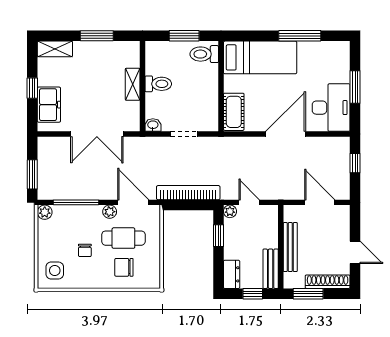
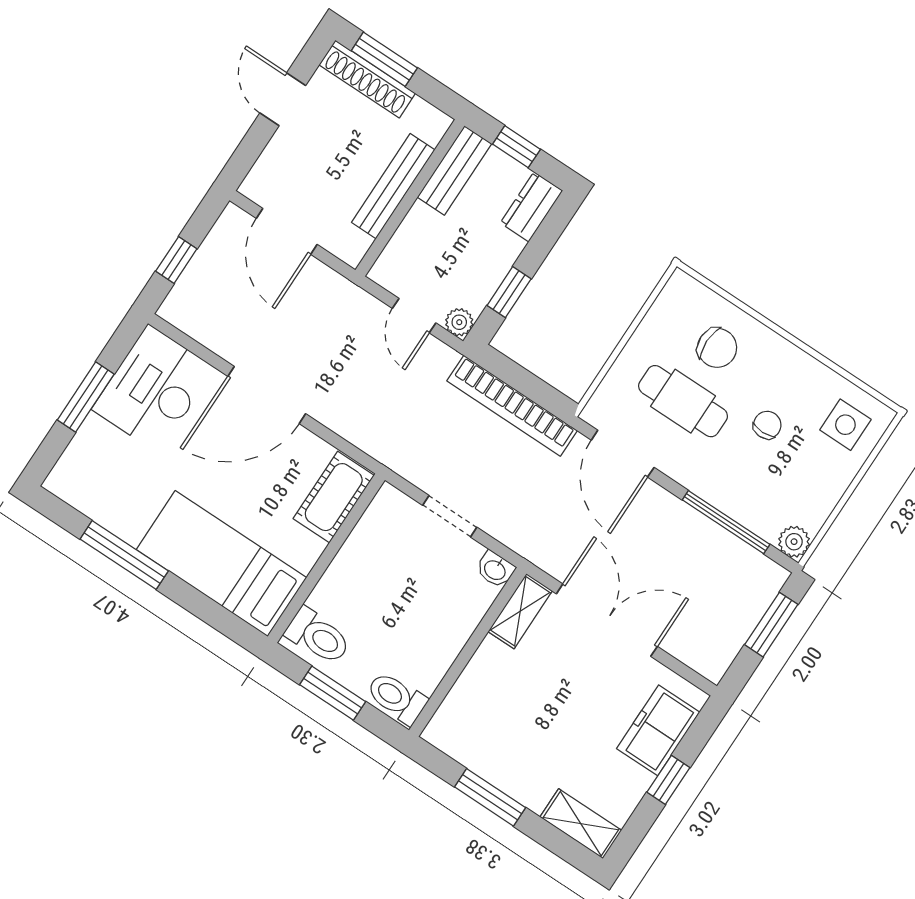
shelving: (133, 84) -> (520, 611), moved
toilet: (158, 84) -> (397, 698), moved
plant: (110, 212) -> (676, 465), removed
window: (308, 294) -> (384, 59), moved

